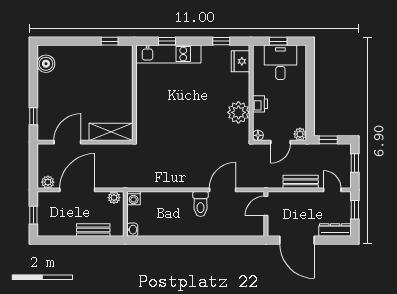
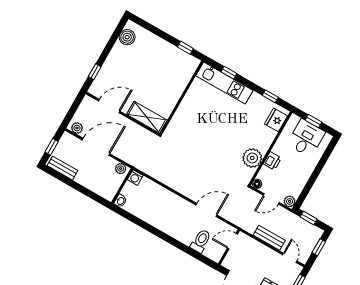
toilet: (201, 204) -> (201, 241), moved, turned 180
bench: (93, 230) -> (62, 168), moved

